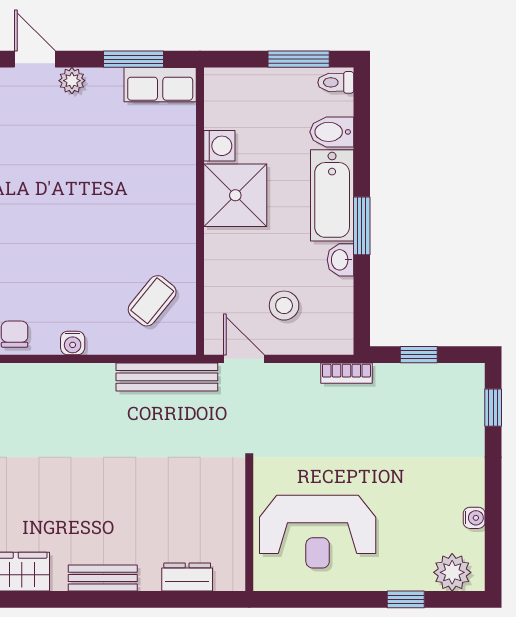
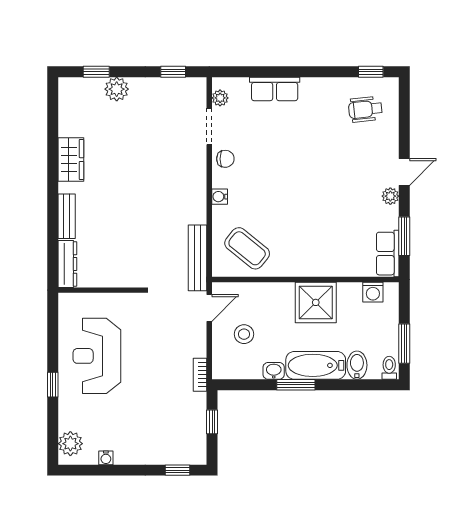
washing machine: (219, 146) -> (373, 292), moved
coffee table: (152, 301) -> (247, 248), width x1.36, depth x1.30
wall: (249, 526) -> (100, 290), moved
dresser: (187, 577) -> (67, 264), width x1.44
window: (406, 599) -> (53, 385), moved

